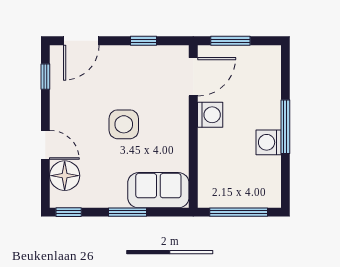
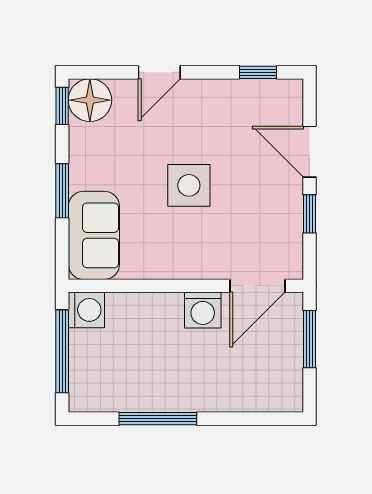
door: (81, 41) -> (309, 152), moved
door: (193, 77) -> (257, 286), hinge flipped
window: (285, 127) -> (158, 419), moved
washing machine: (269, 142) -> (86, 310), moved, turned 90
floor lamp: (65, 176) -> (90, 100), moved

